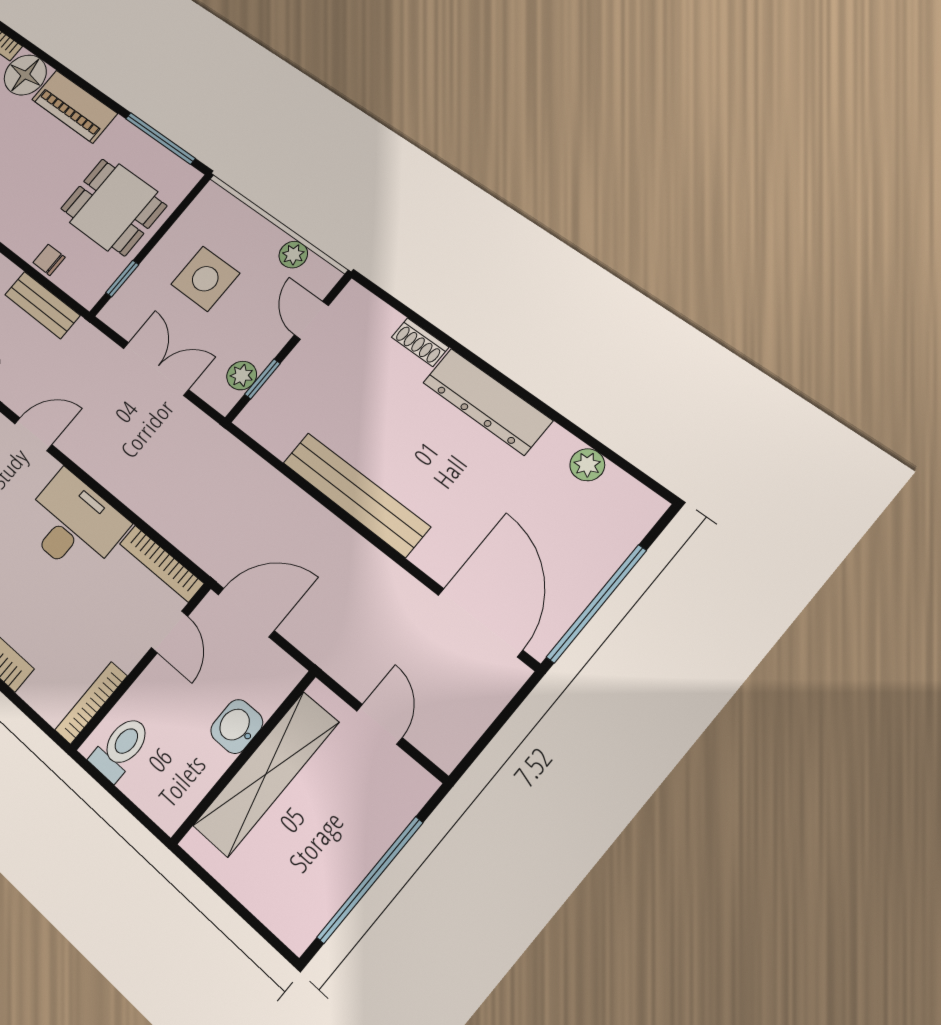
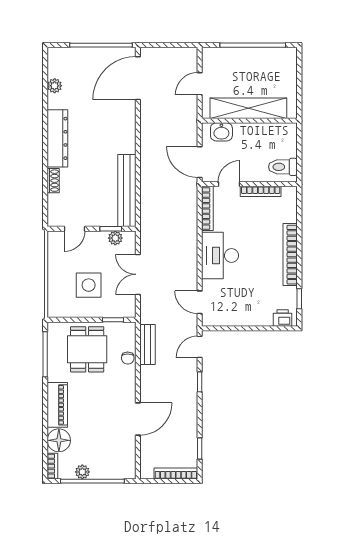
plant: (293, 255) -> (54, 258), removed
bench: (356, 494) -> (127, 191), moved
bookcase: (91, 703) -> (261, 191), moved
washbasin: (237, 726) -> (221, 132), moved

